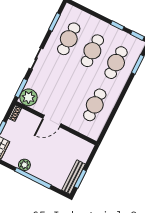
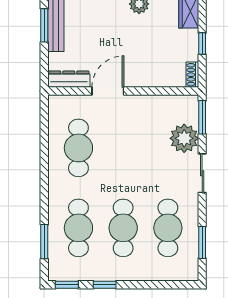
plant: (28, 97) -> (184, 138), moved
door: (52, 121) -> (108, 91), moved
dresser: (82, 144) -> (69, 79), added

